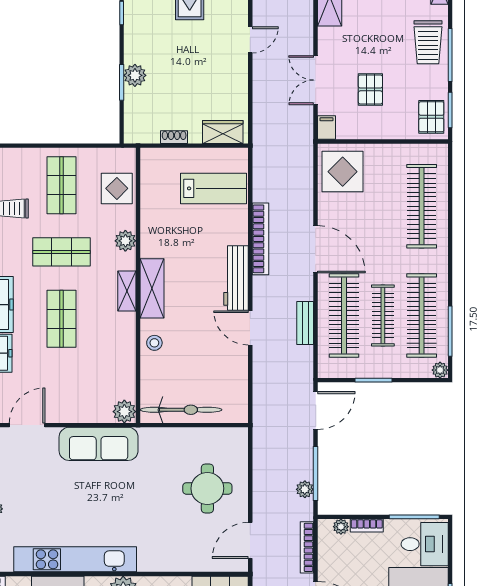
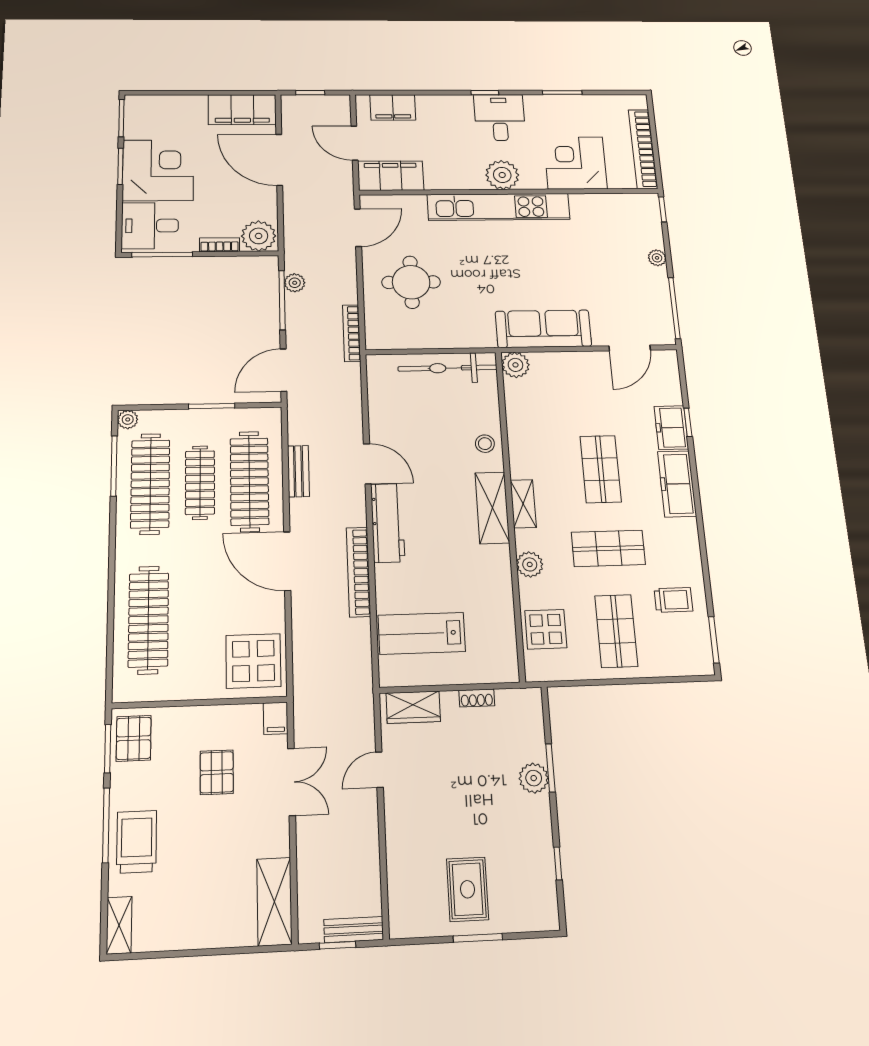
door: (250, 40) -> (379, 770), moved
plant: (341, 527) -> (259, 236), width x1.87, depth x1.87
bookcase: (307, 547) -> (352, 333), moved, turned 180
kitchen unit: (75, 559) -> (499, 207), moved

